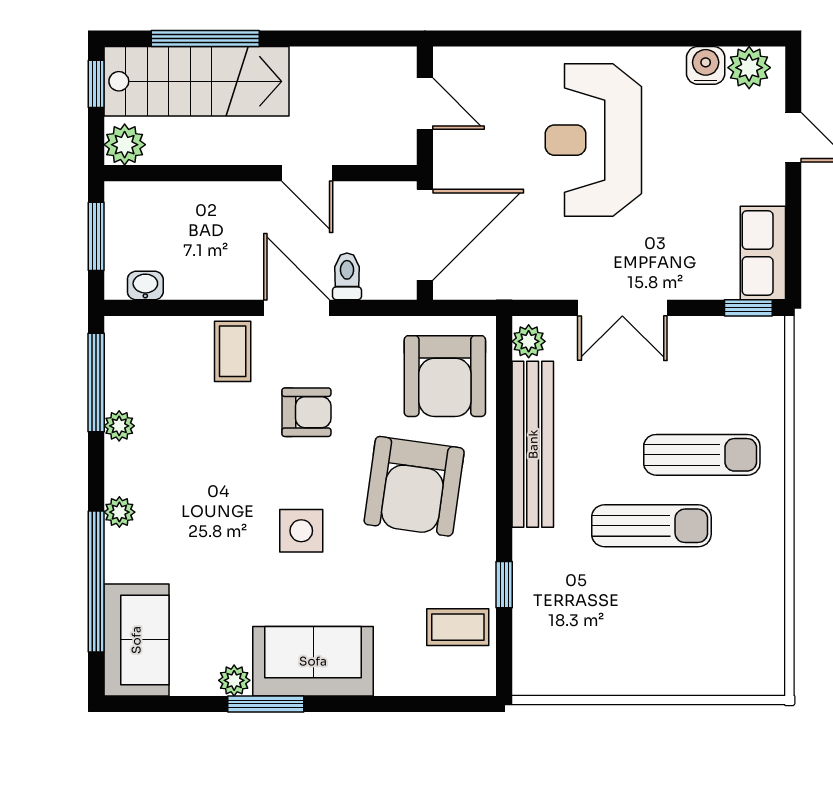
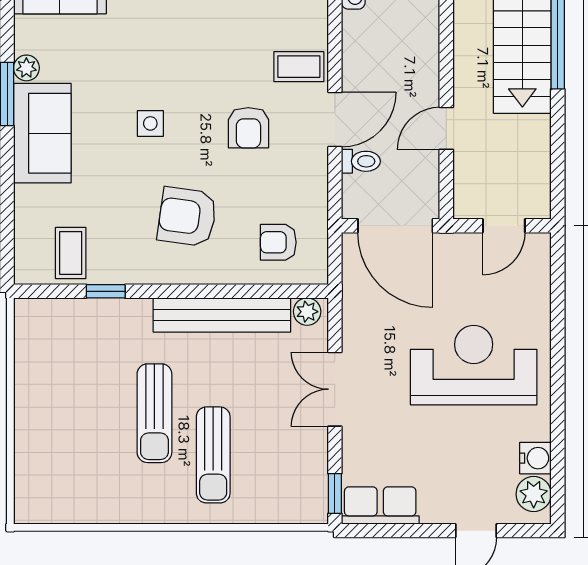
armchair: (445, 376) -> (278, 242), width x0.53, depth x0.53
armchair: (414, 486) -> (187, 217), width x0.73, depth x0.73
side table: (301, 531) -> (150, 123), width x0.73, depth x0.73

